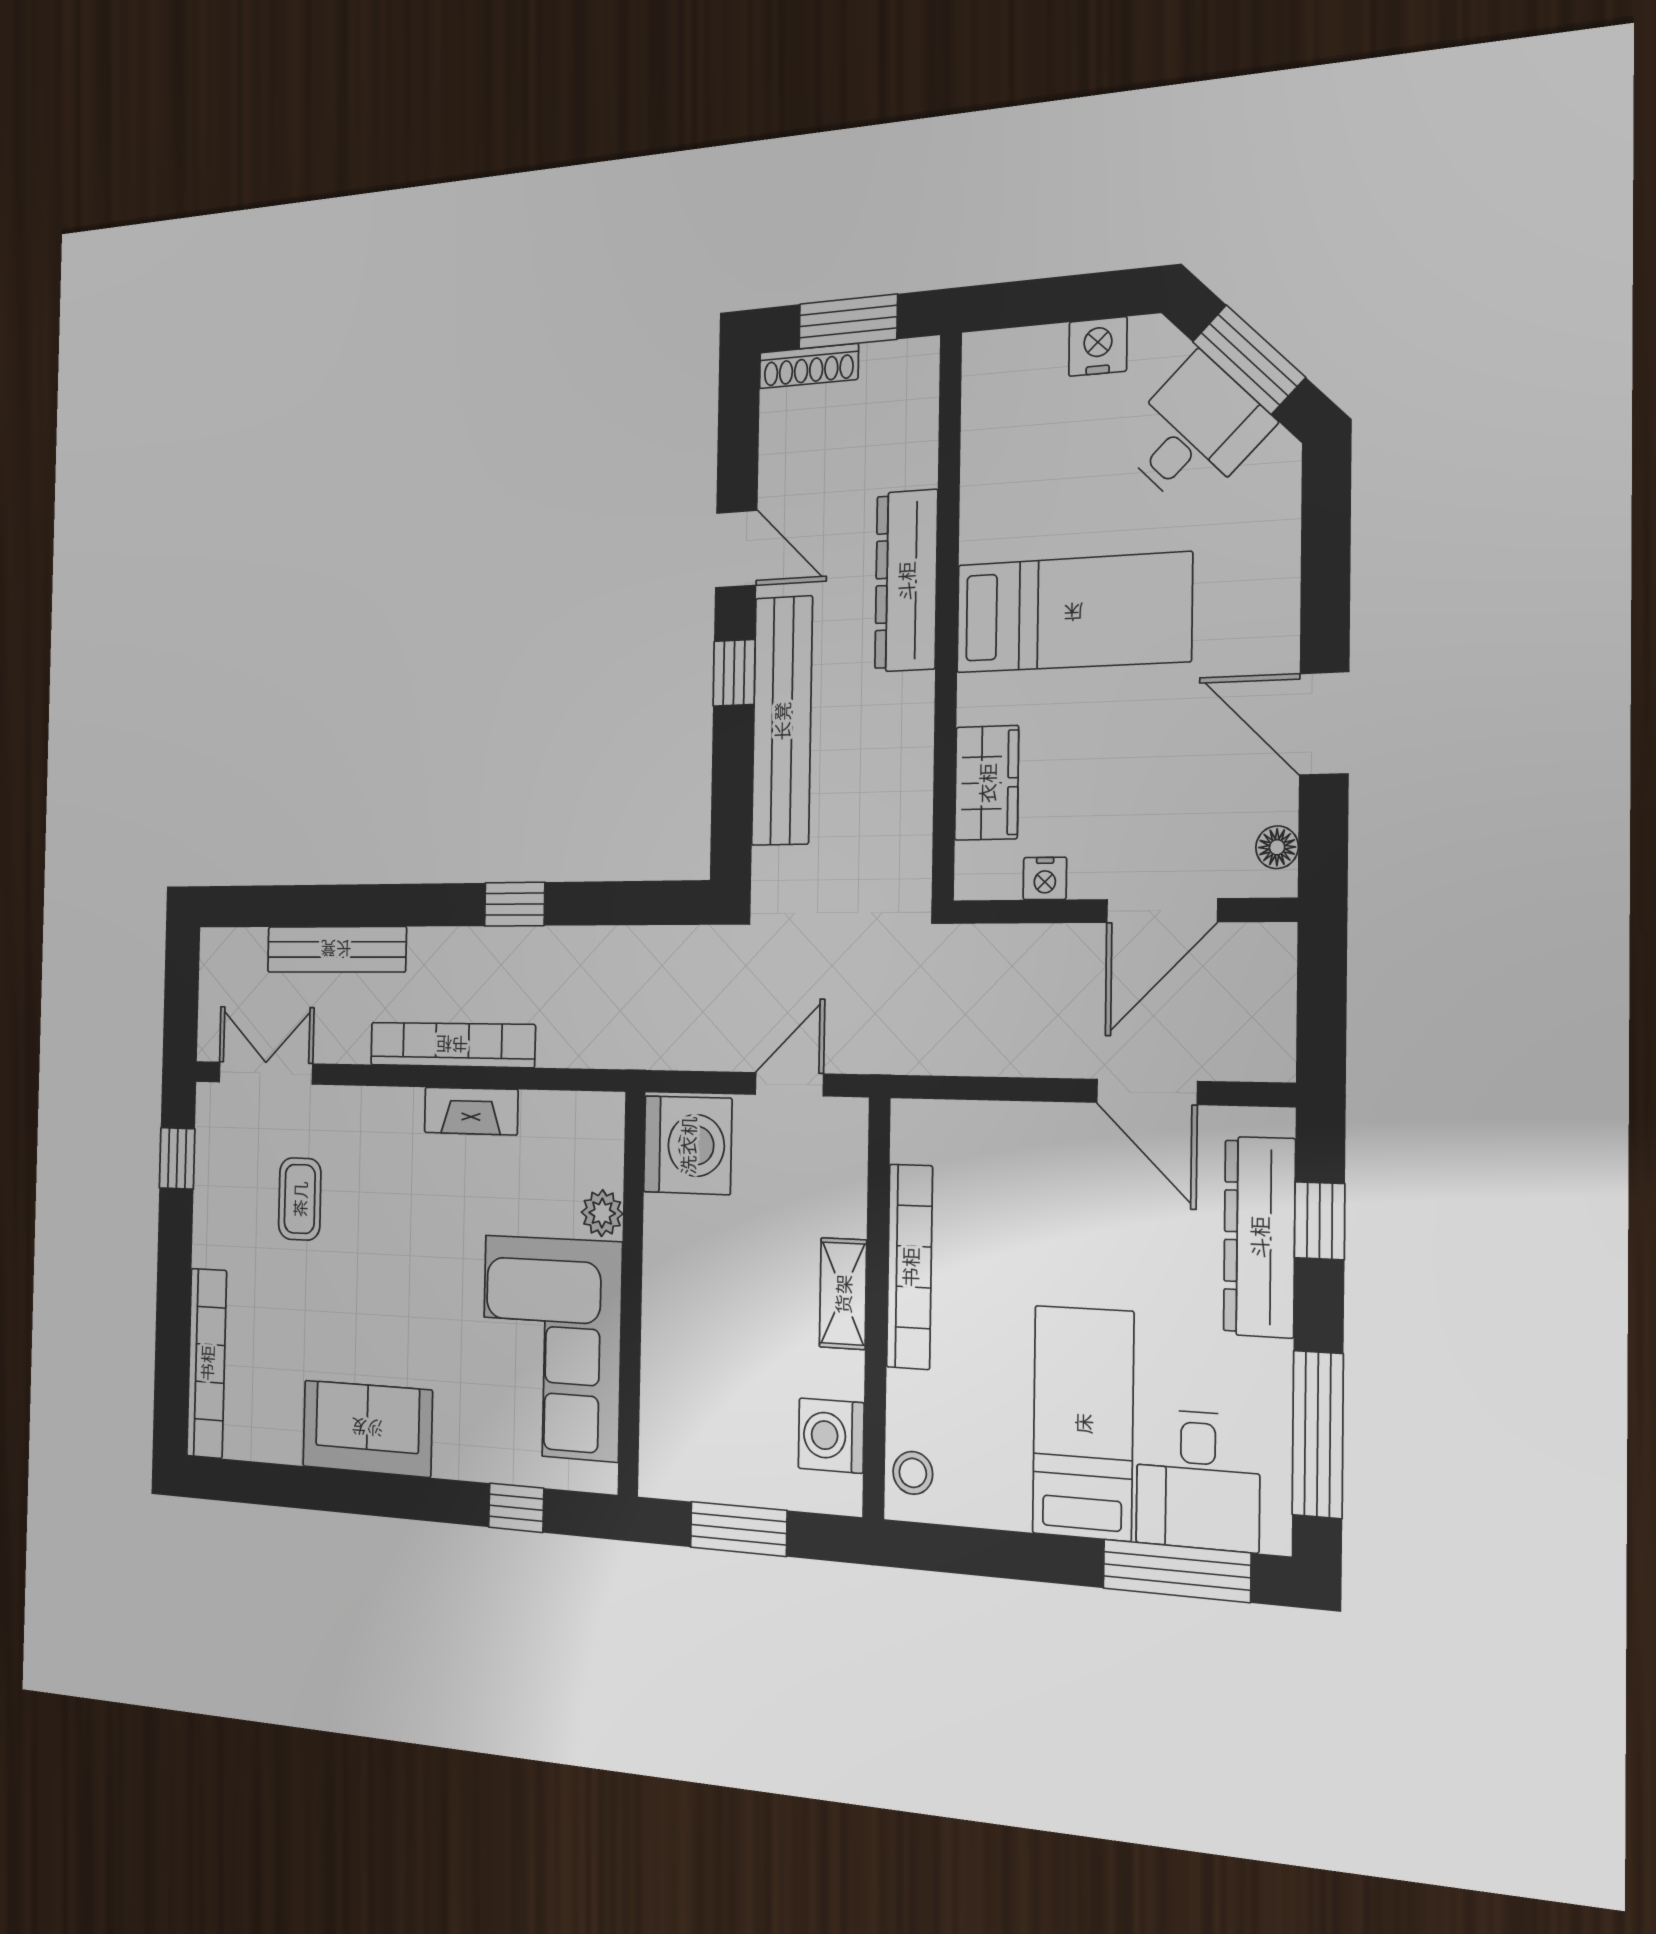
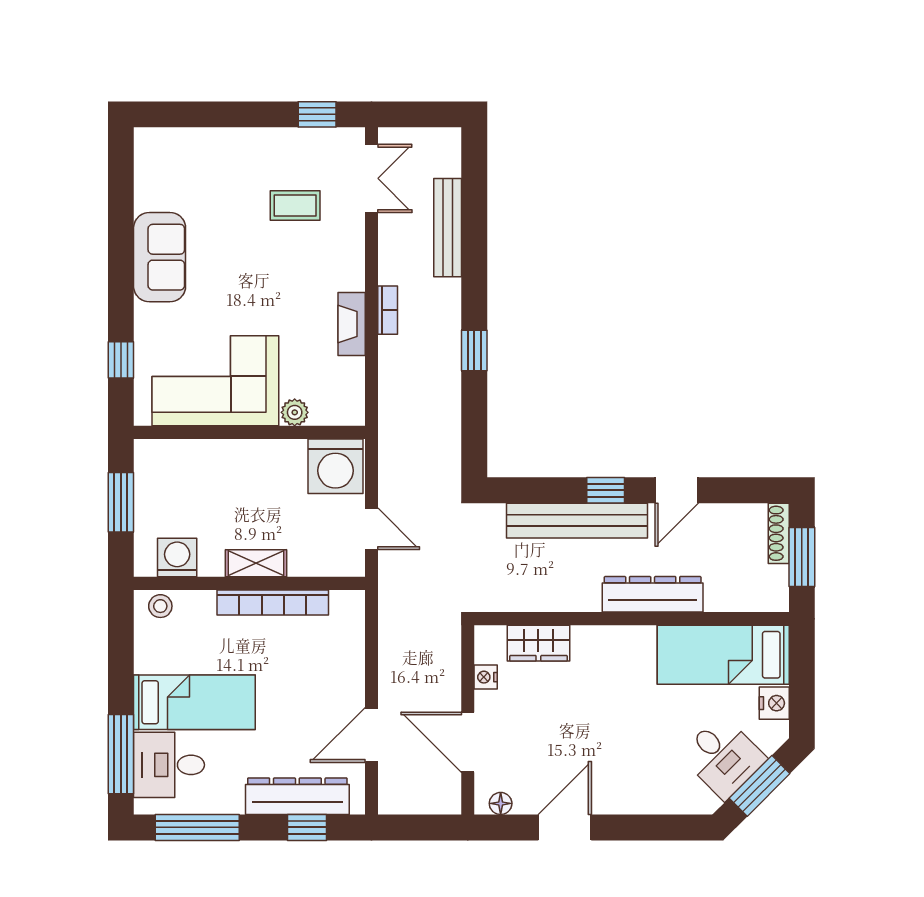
bed: (1073, 613) -> (723, 655), moved, turned 90
bookcase: (452, 1045) -> (388, 310), width x0.43, depth x0.76
bookcase: (207, 1363) -> (191, 140), removed

